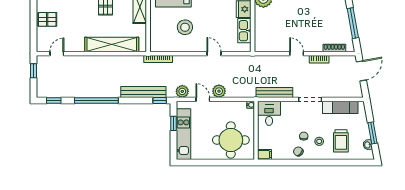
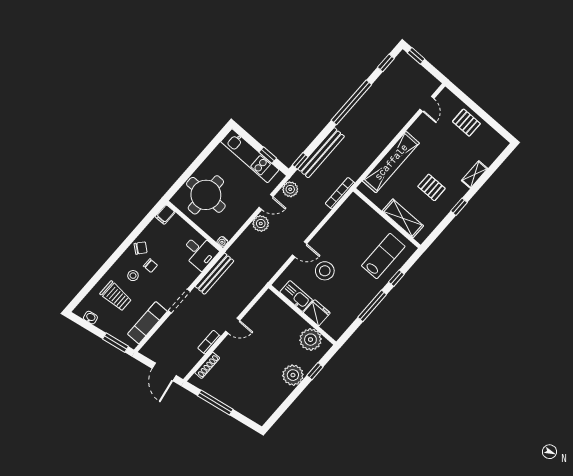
pallet: (47, 19) -> (466, 123), turned 90
stool: (185, 27) -> (325, 271), moved
window: (33, 71) -> (416, 56), moved
window: (373, 133) -> (116, 343), moved
trolley: (341, 141) -> (116, 296), turned 180

